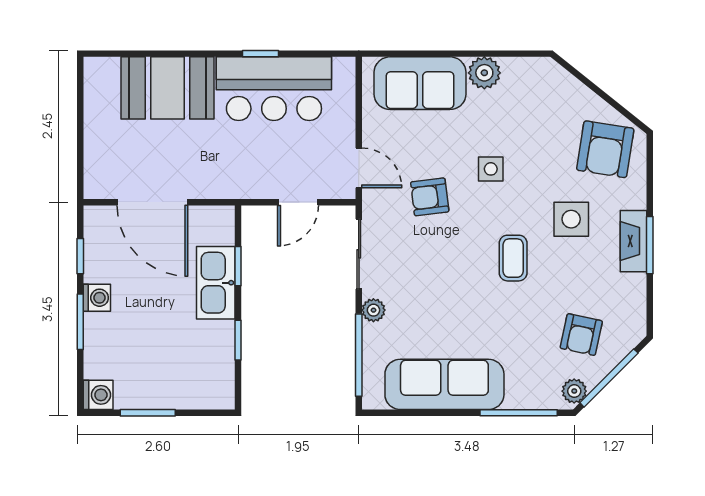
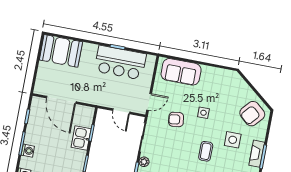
plant: (484, 73) -> (208, 73), removed
booth: (167, 88) -> (61, 51), moved
armchair: (605, 149) -> (252, 114), turned 32
door: (359, 168) -> (149, 102), hinge flipped
door: (298, 202) -> (121, 111), hinge flipped
kitchen sink: (216, 283) -> (81, 138), width x0.73
washing machine: (97, 298) -> (28, 151), moved

